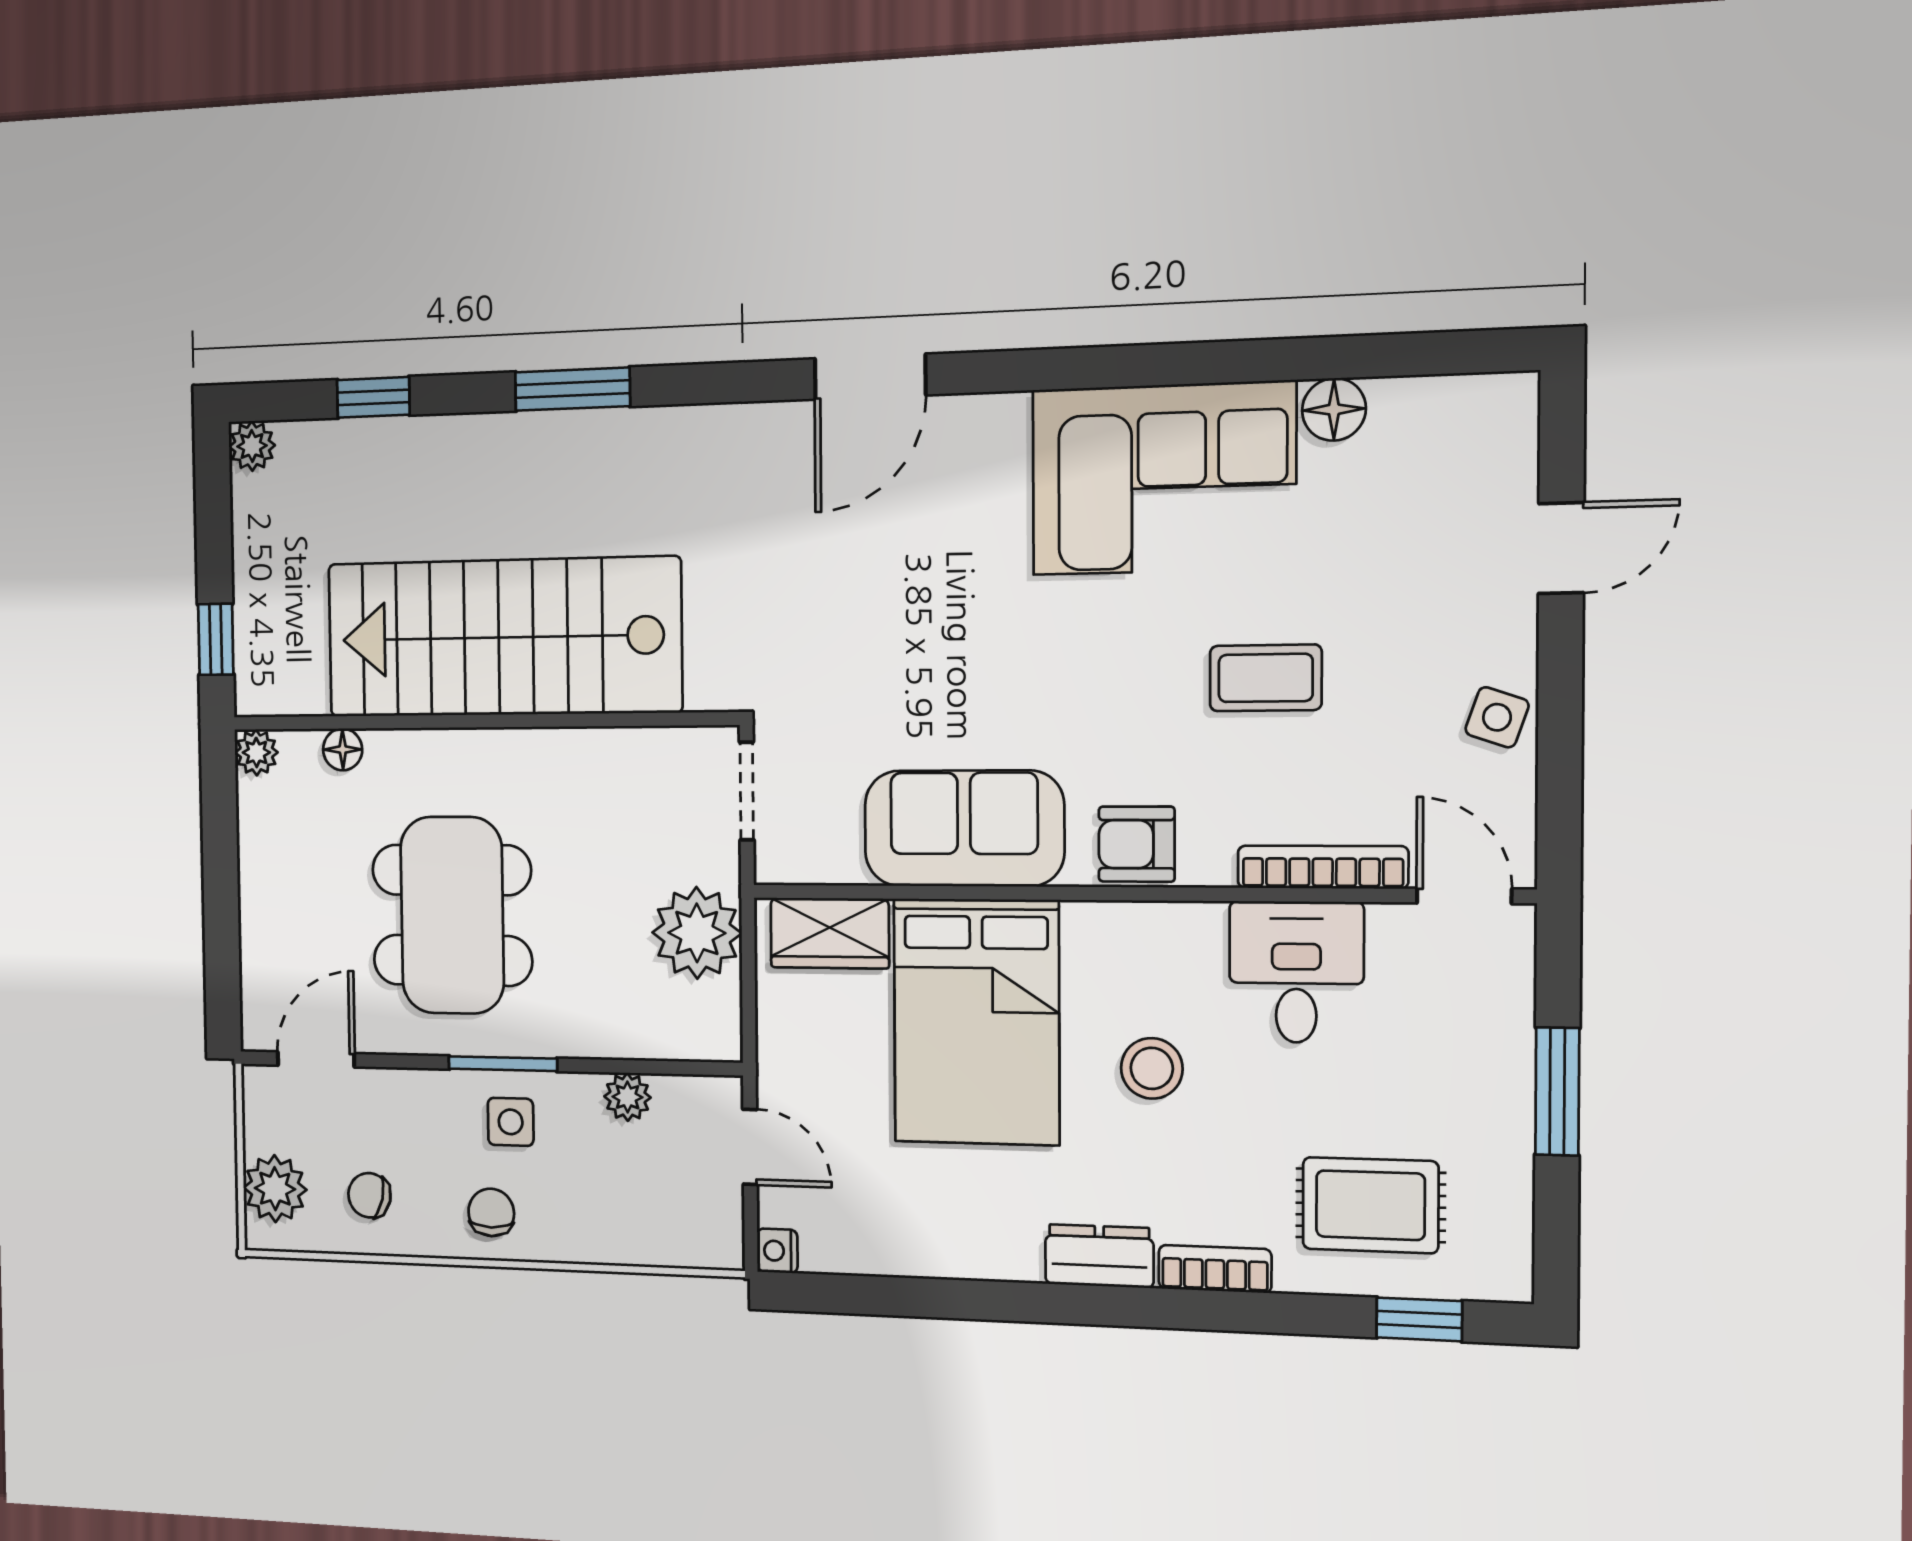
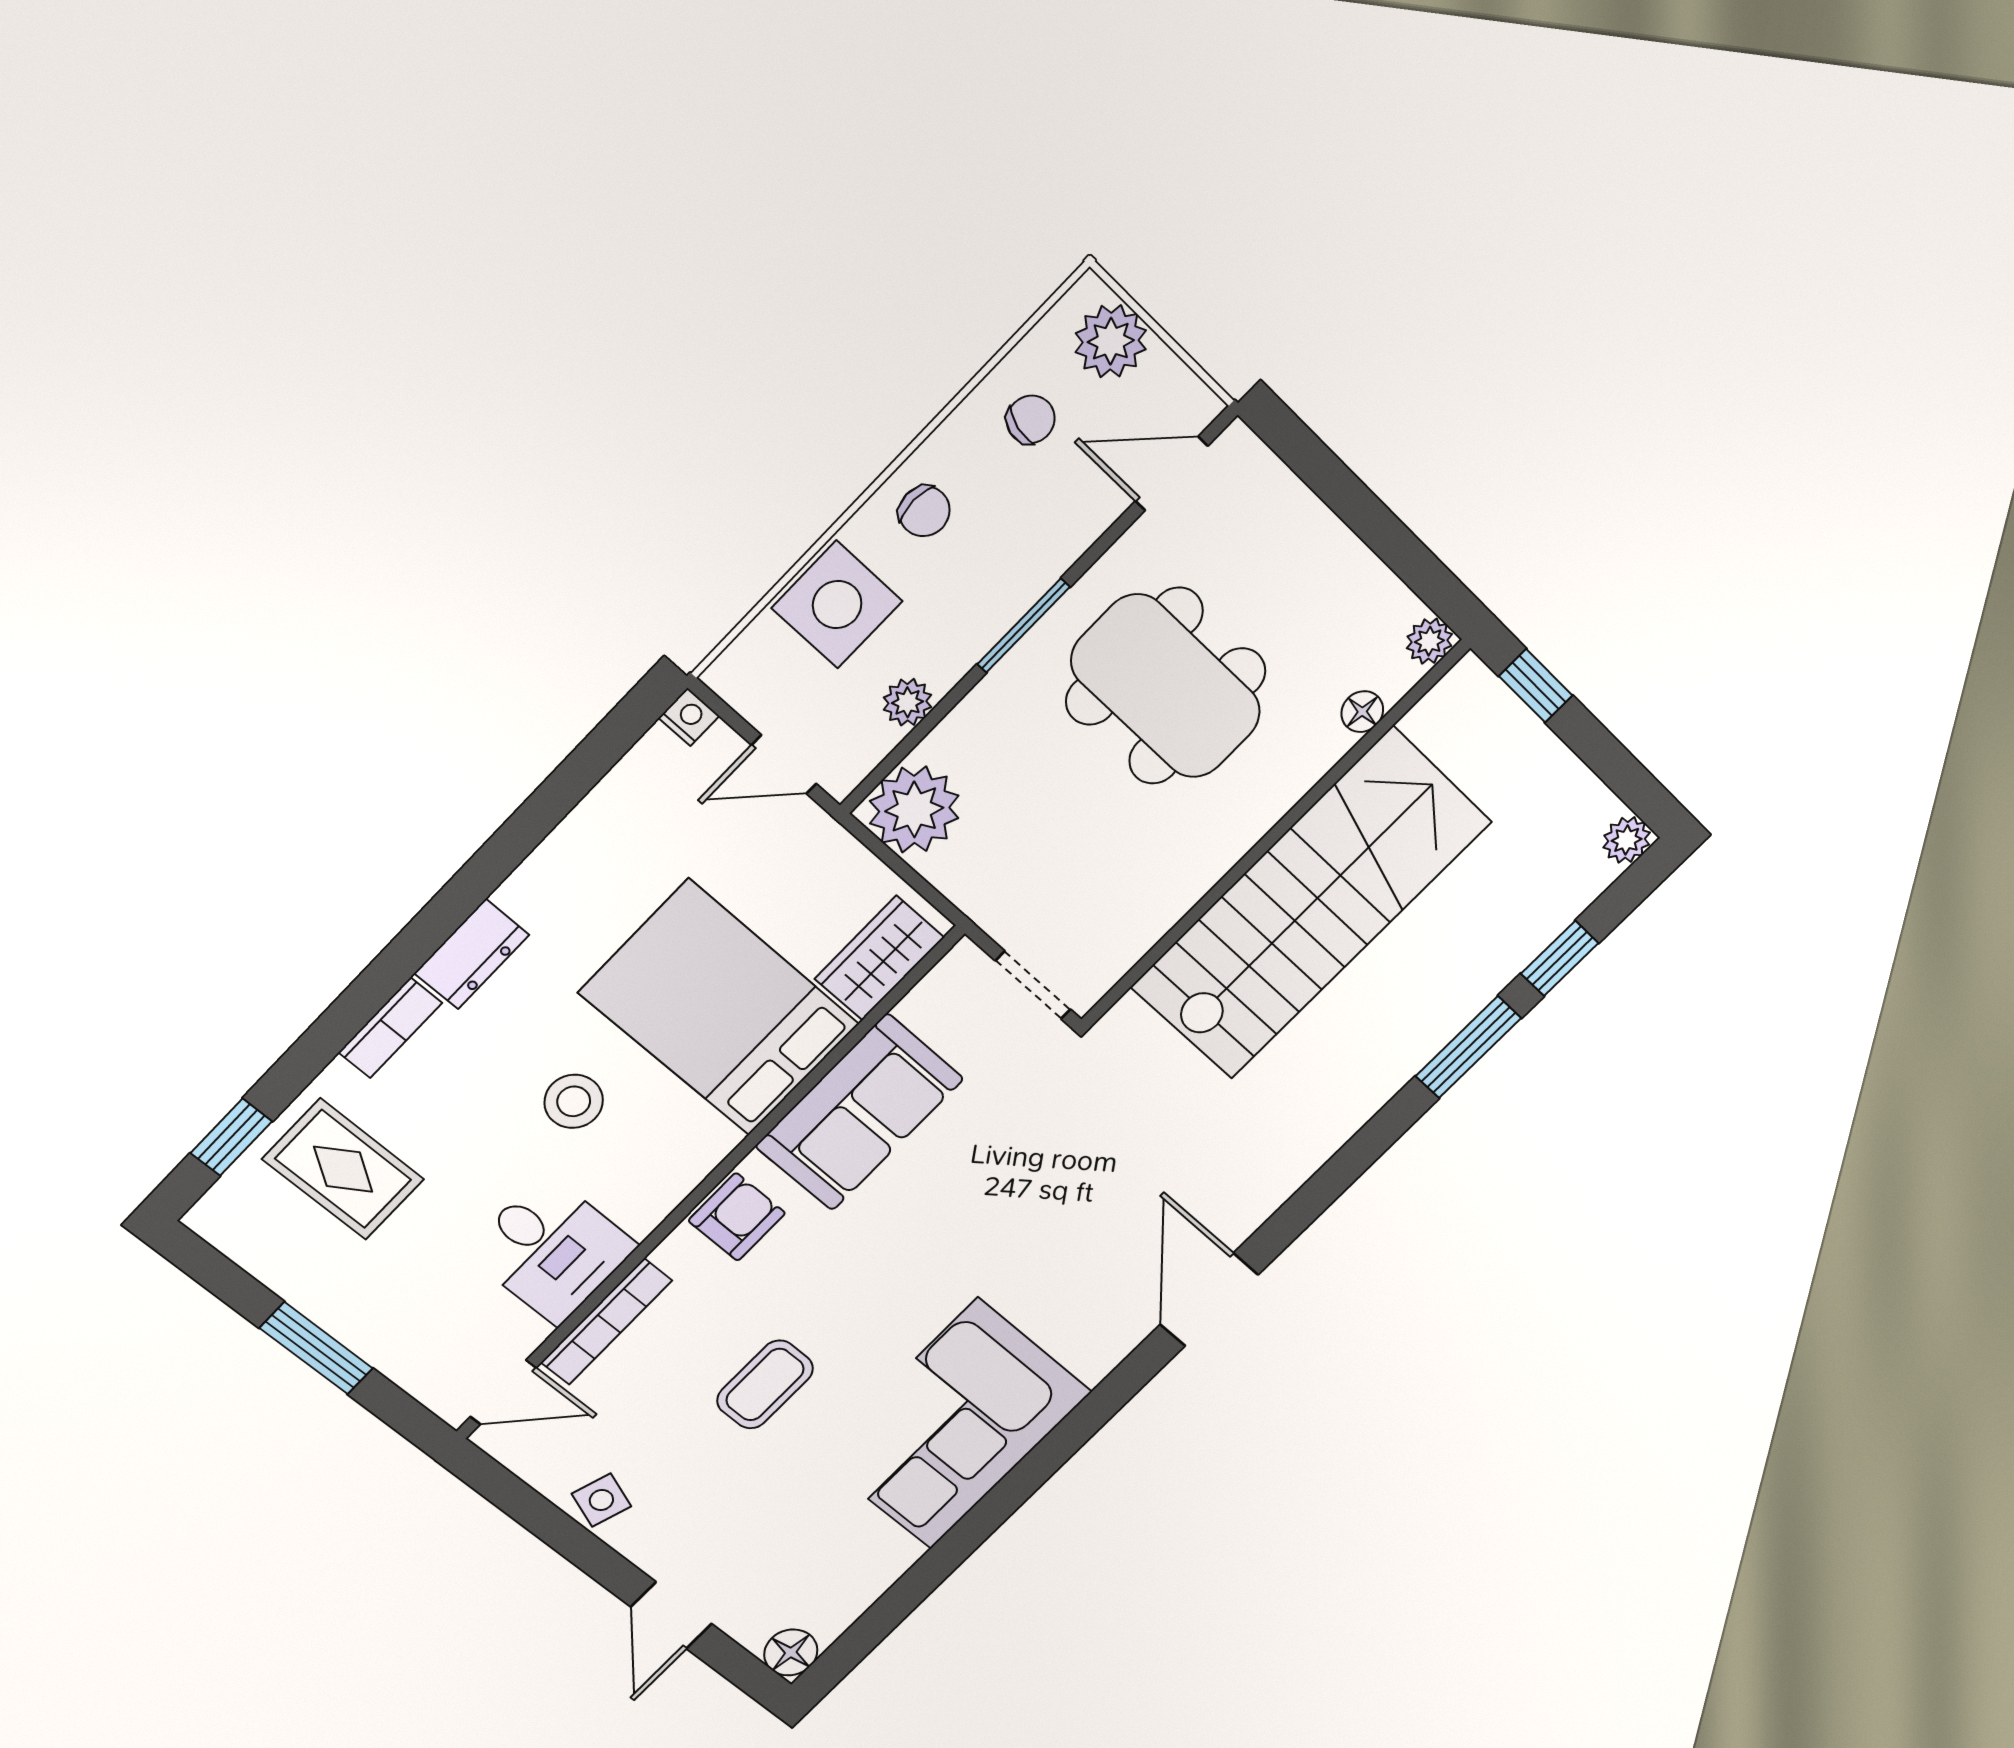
window: (572, 389) -> (1468, 1047), moved
floor lamp: (1334, 409) -> (791, 1652), moved
plant: (697, 933) -> (914, 810), moved
door: (316, 1059) -> (1172, 473), swing flipped
side table: (511, 1122) -> (837, 605), moved, width x1.87, depth x1.87
rug: (1370, 1205) -> (343, 1169), turned 90

